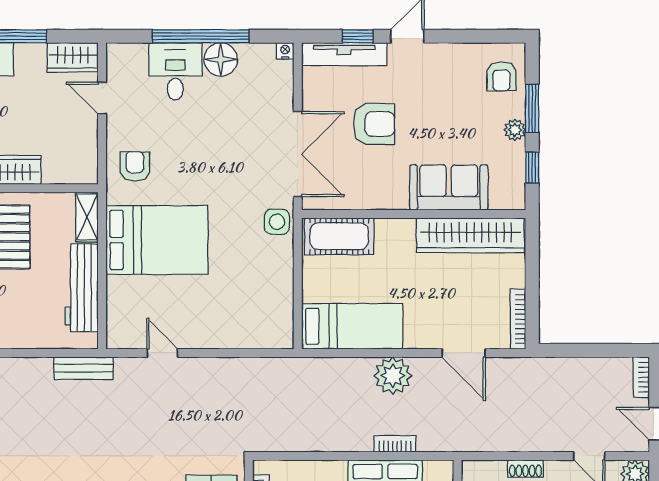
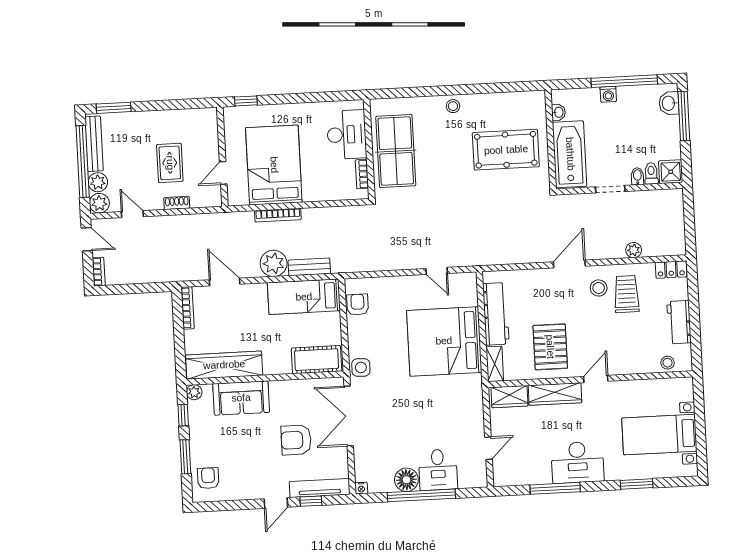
wardrobe: (73, 57) -> (509, 397), moved, turned 180
door: (102, 98) -> (489, 448), hinge flipped
plant: (515, 130) -> (194, 392), moved
armchair: (135, 166) -> (358, 305), moved, turned 180
bed: (157, 240) -> (444, 341), width x1.36
bench: (83, 368) -> (309, 267), moved
bookcase: (395, 444) -> (278, 215), width x1.56

